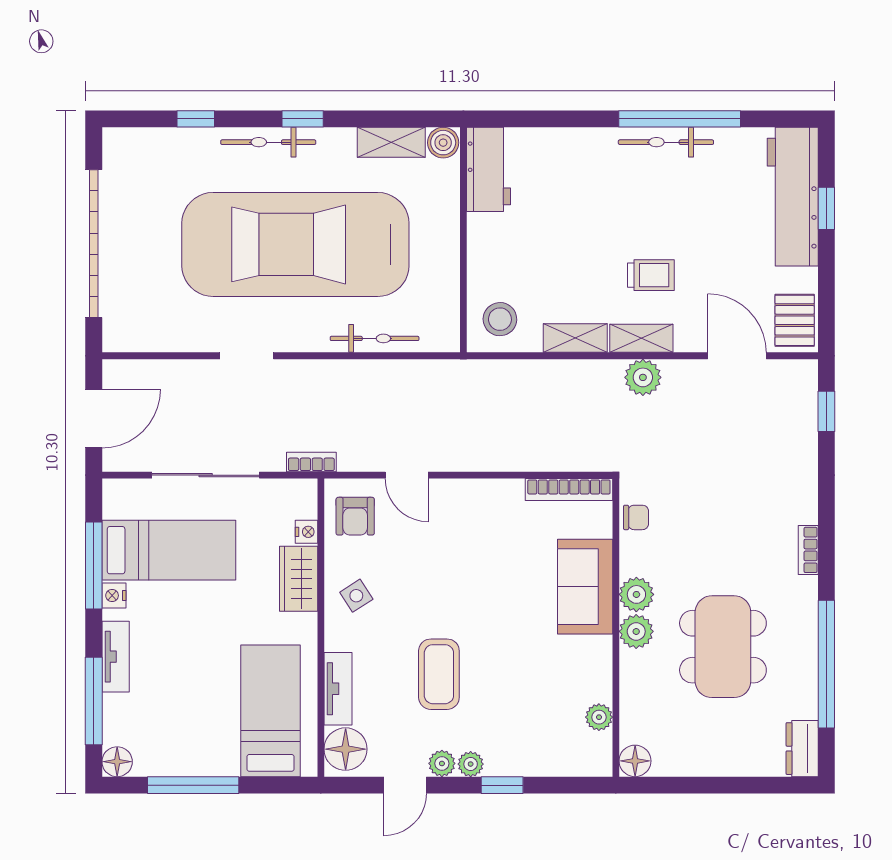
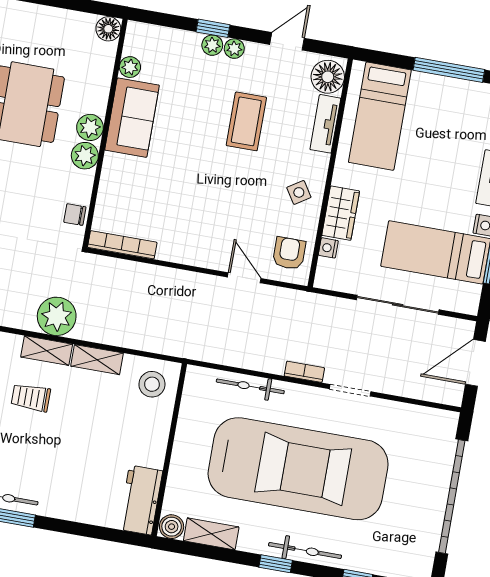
plant: (643, 377) -> (57, 316), width x1.36, depth x1.36
bookcase: (311, 462) -> (304, 372), moved, turned 180
sofa: (585, 587) -> (132, 118), moved
plant: (442, 763) -> (212, 45), moved

